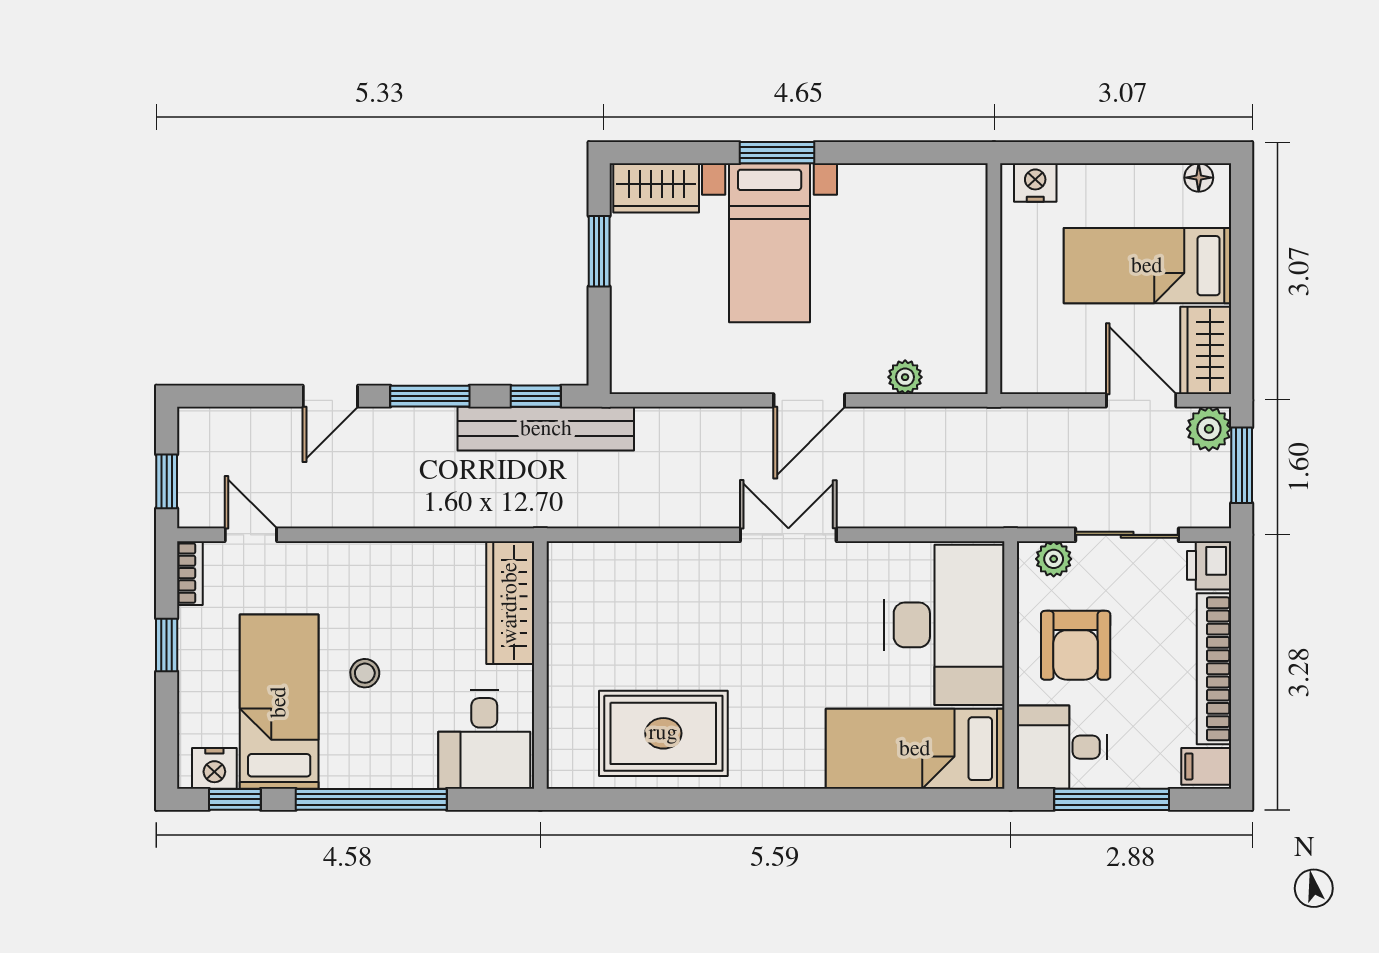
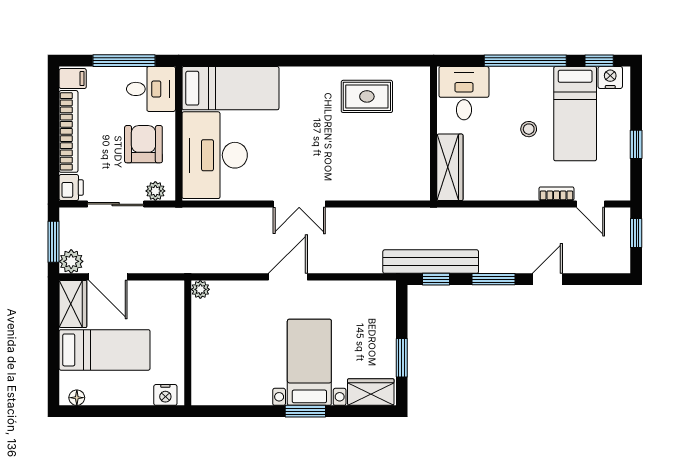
plant: (905, 377) -> (200, 289), moved
bookcase: (190, 573) -> (556, 194), moved, turned 90
rug: (663, 733) -> (367, 96), width x0.73, depth x0.70

